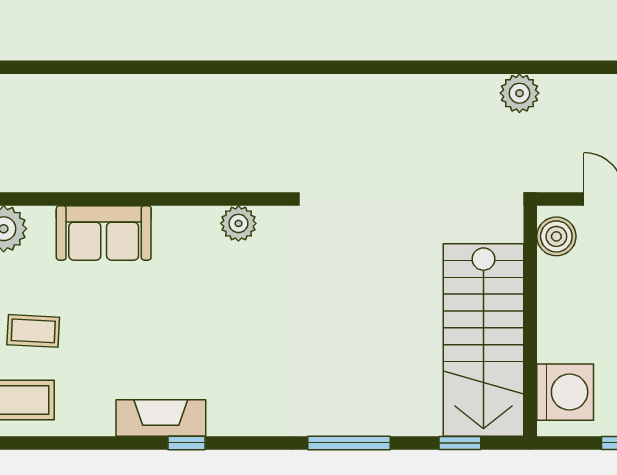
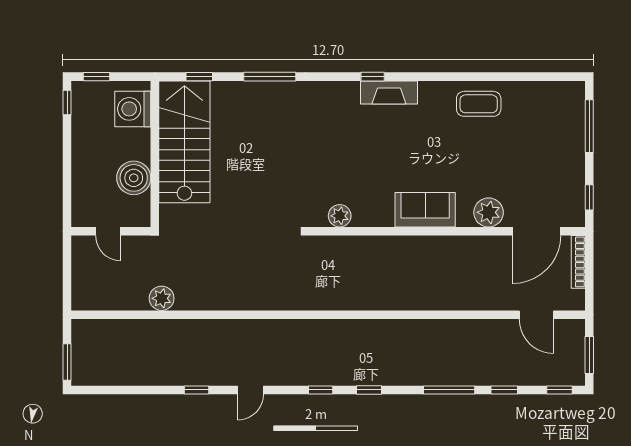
boiler: (556, 236) -> (134, 178), moved, width x1.37, depth x1.37
coffee table: (33, 331) -> (470, 148), removed

